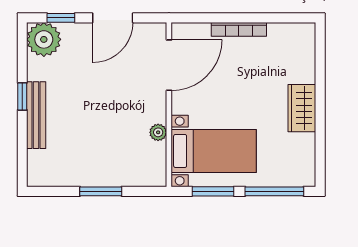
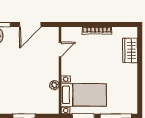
door: (169, 65) -> (60, 50), width x0.53
wardrobe: (302, 108) -> (130, 51), moved

